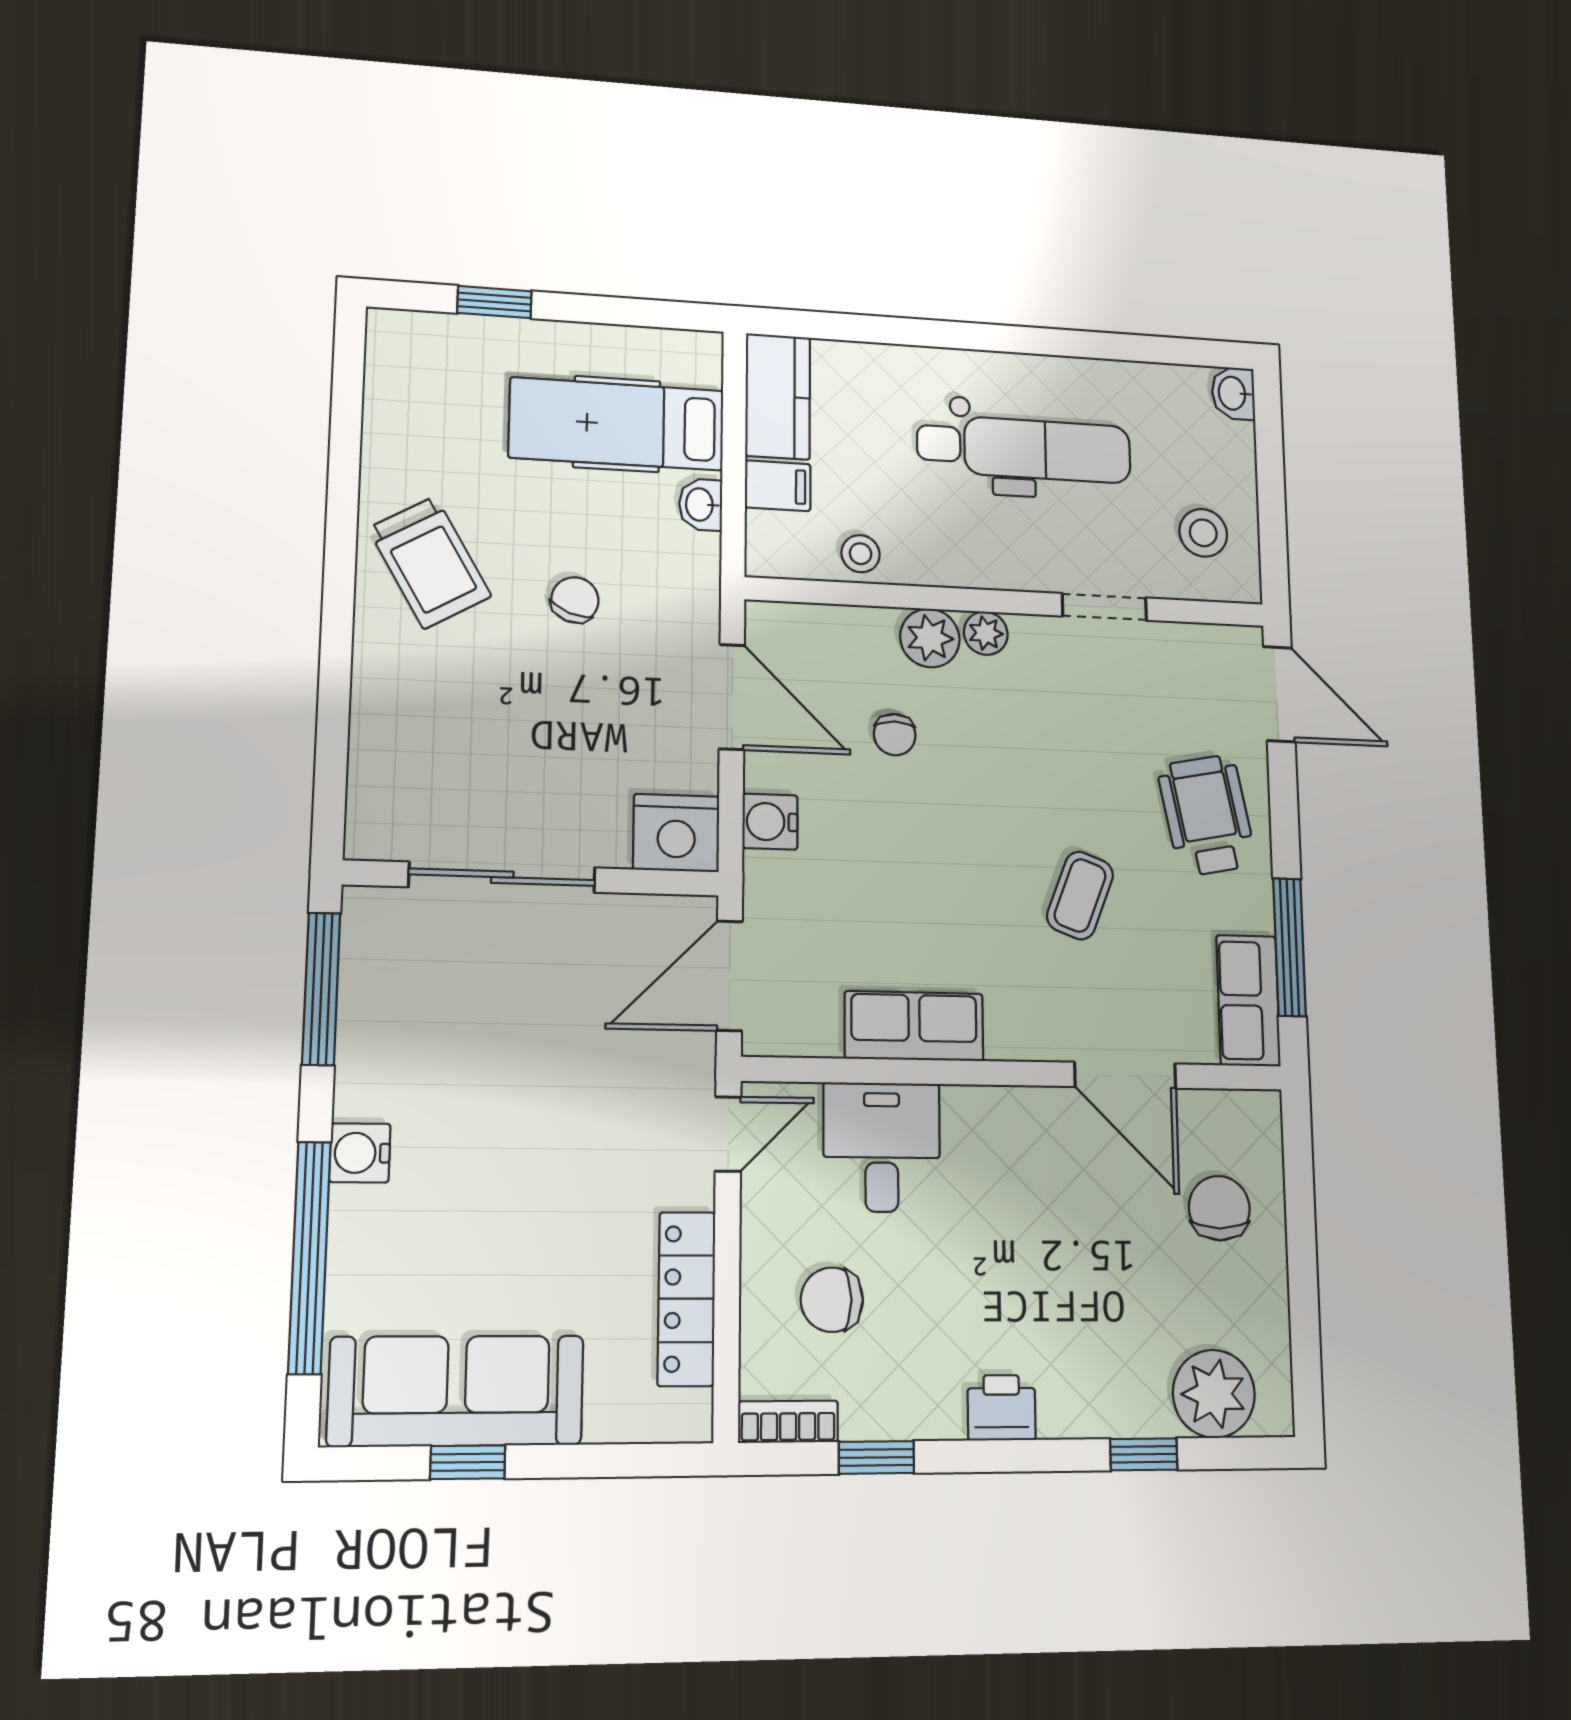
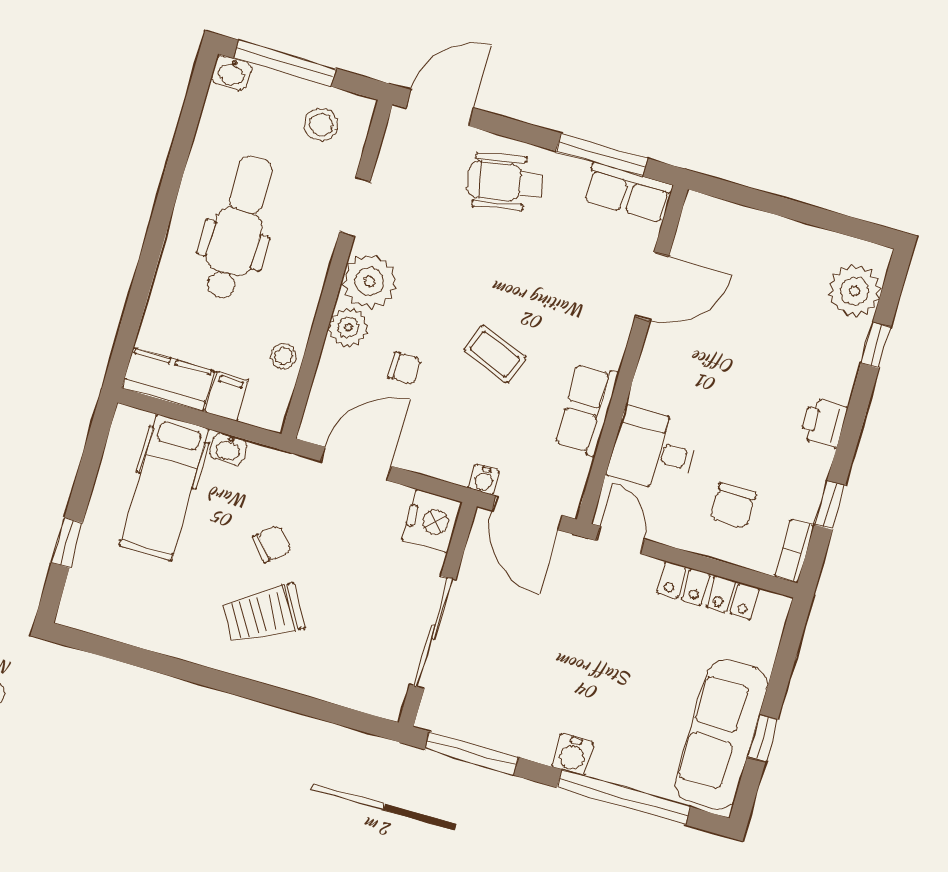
window: (1270, 464) -> (285, 63), added
trolley: (430, 562) -> (263, 614), moved, turned 180
chair: (575, 600) -> (272, 544), turned 119
plant: (986, 633) -> (369, 282), width x1.88, depth x1.88
water cooler: (770, 822) -> (484, 480), moved, width x0.72, depth x0.72
coffee table: (1080, 895) -> (495, 354), moved
chair: (1219, 1208) -> (748, 252), removed

